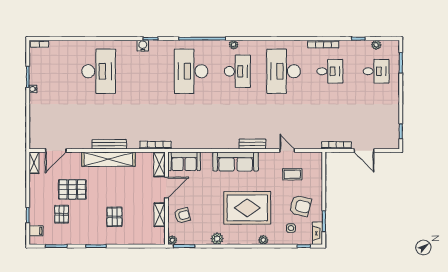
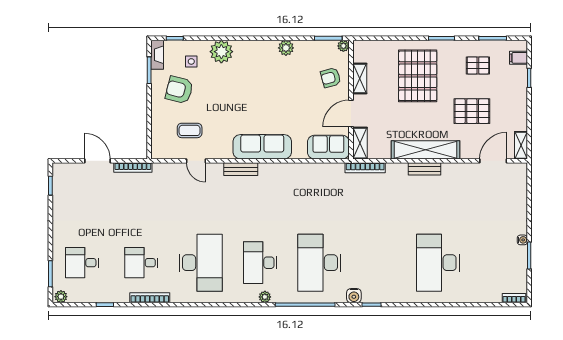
plant: (376, 45) -> (61, 297), moved
water cooler: (143, 46) -> (354, 296), moved
desk: (191, 71) -> (319, 263), turned 180
bench: (109, 144) -> (424, 169), width x0.73
rug: (247, 208) -> (247, 87), removed
pallet: (62, 214) -> (478, 65), moved, turned 90
pallet: (114, 217) -> (418, 76), width x2.05, depth x2.00
plant: (263, 240) -> (221, 52), width x1.88, depth x1.88

